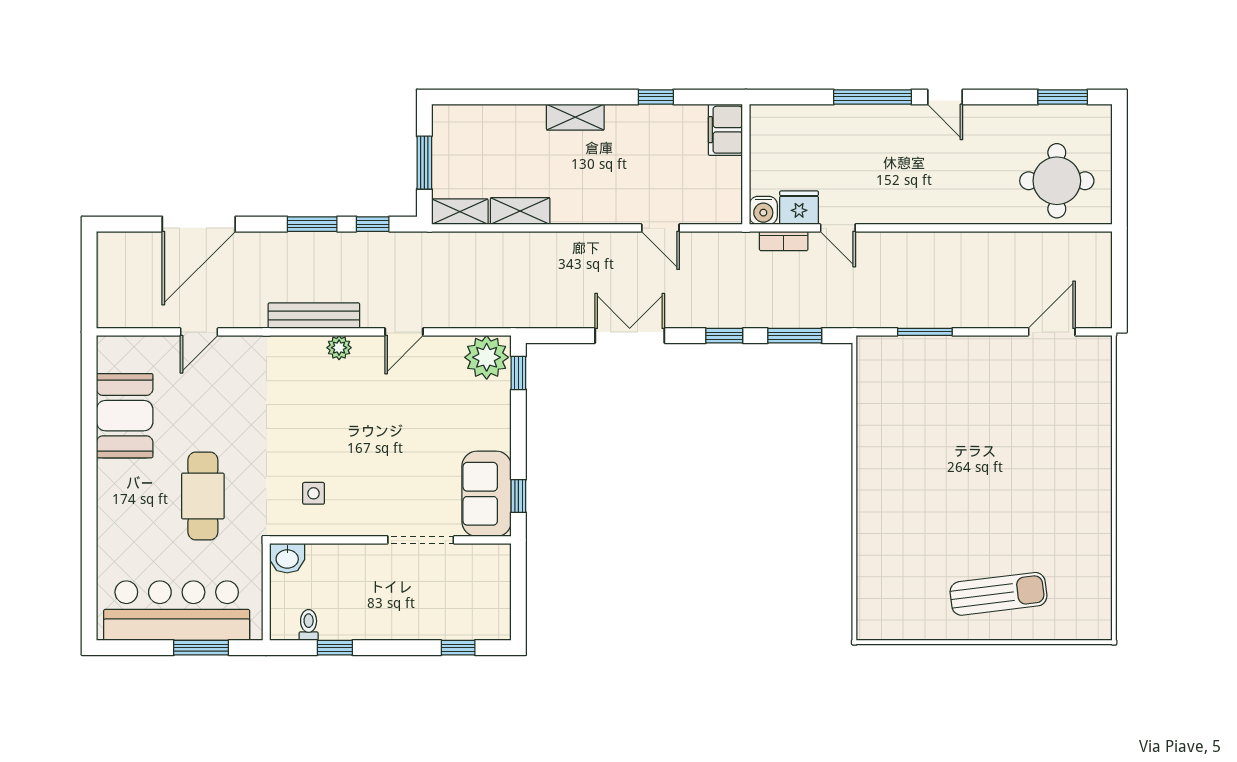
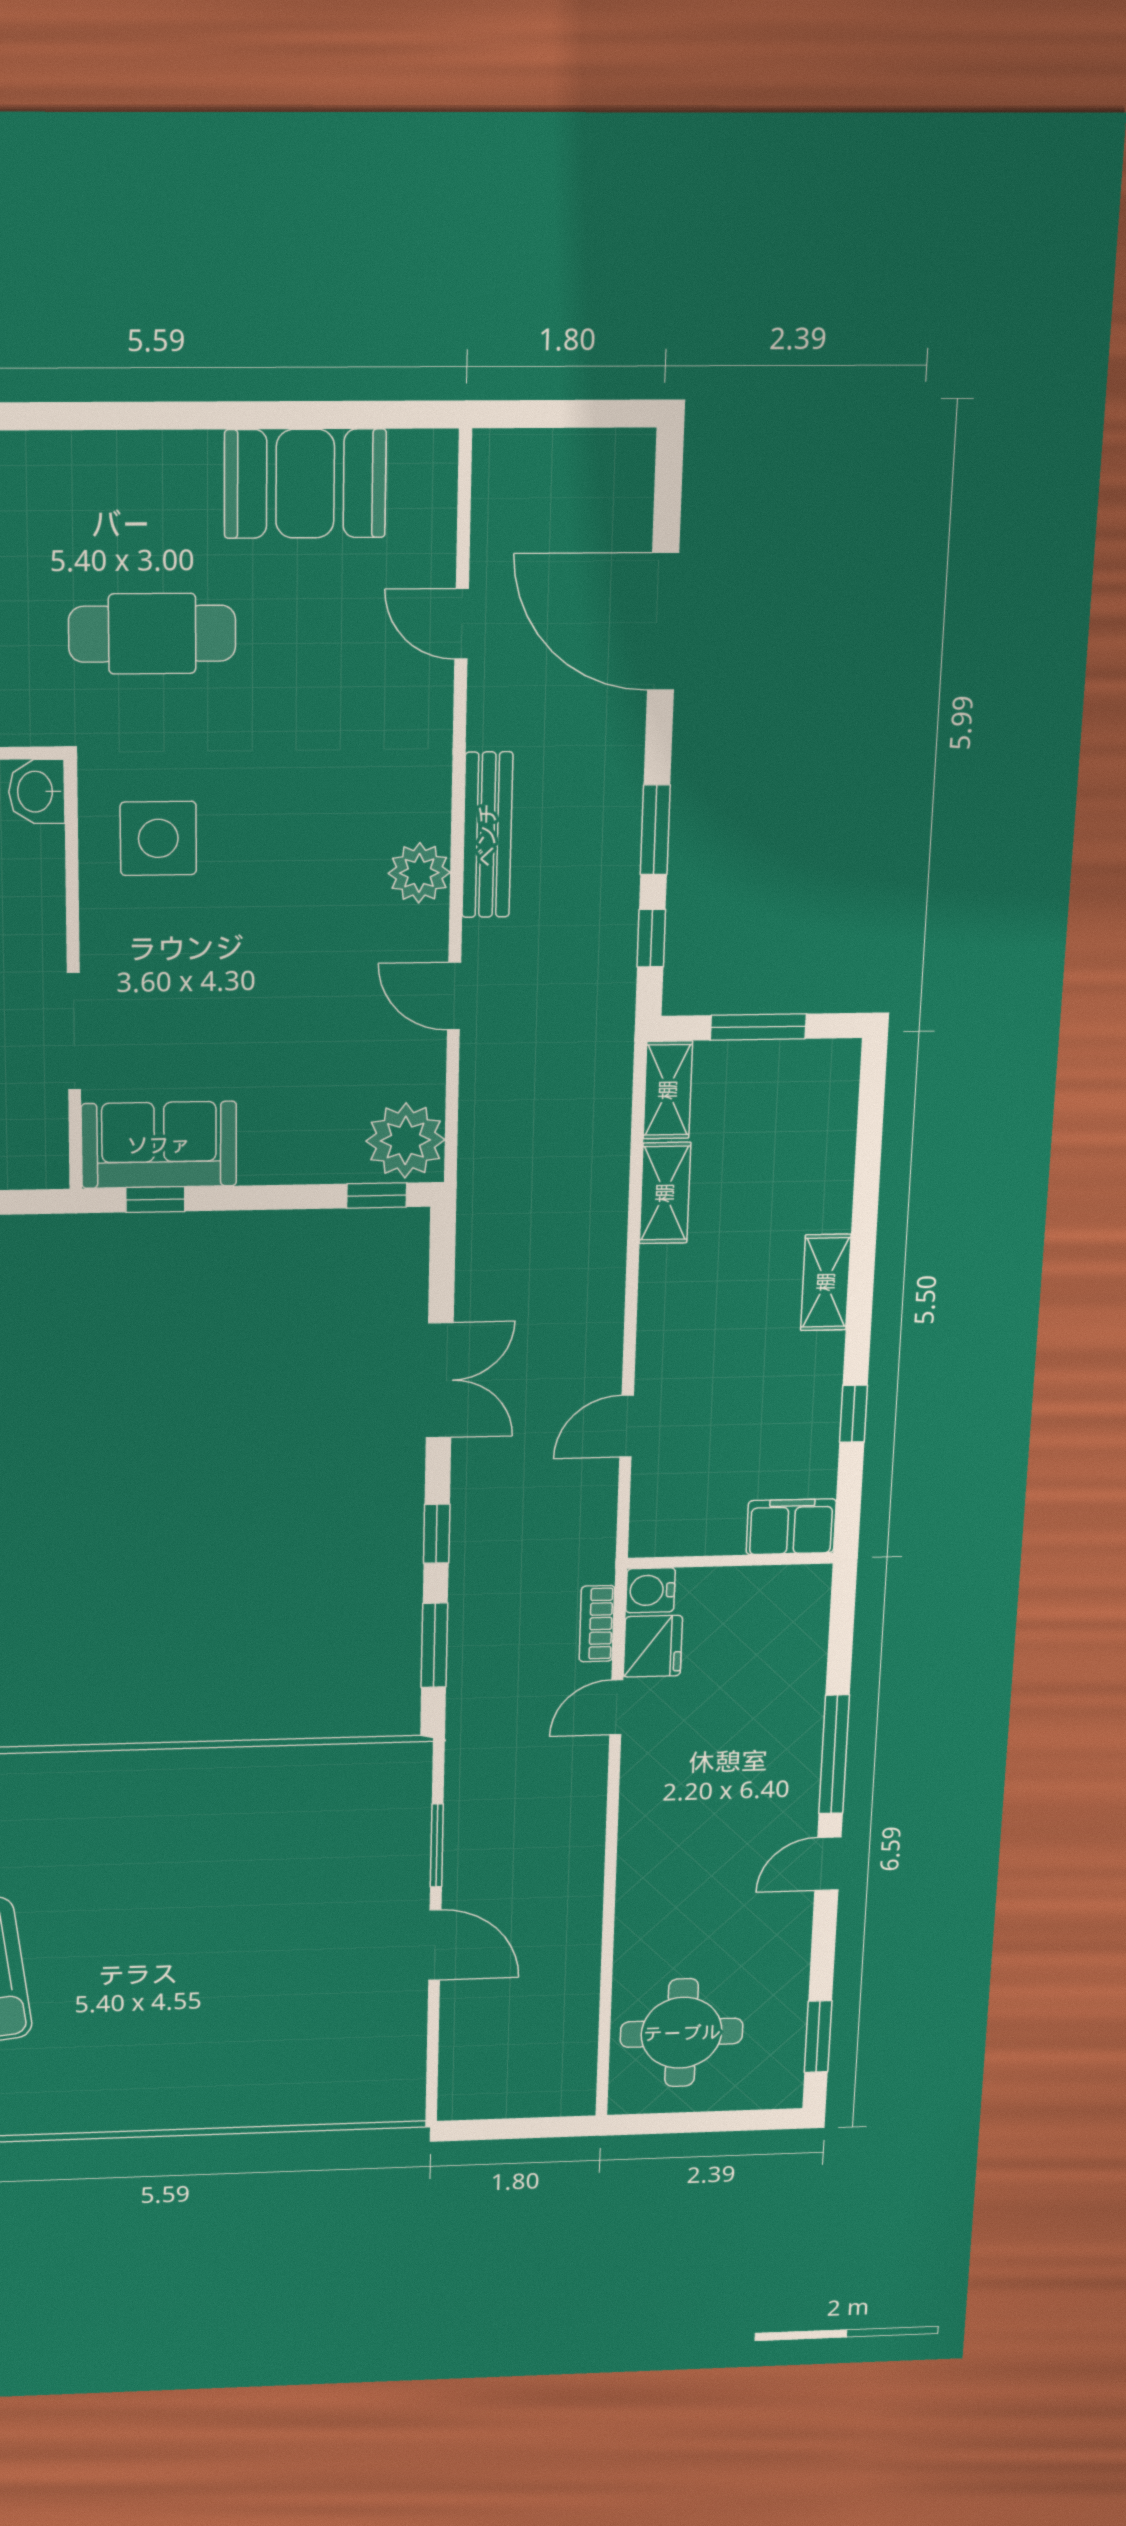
door: (1052, 332) -> (435, 1945), moved
plant: (339, 348) -> (419, 873), width x1.38, depth x1.38
side table: (314, 493) -> (158, 838), width x1.87, depth x1.87

